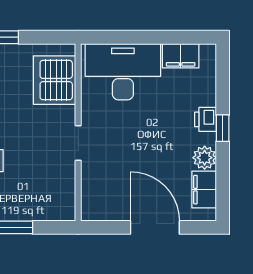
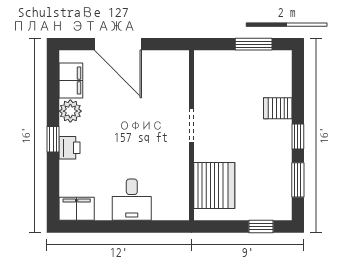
filing cabinet: (181, 56) -> (77, 209), moved
desk: (123, 72) -> (132, 200), width x0.53, depth x0.77

